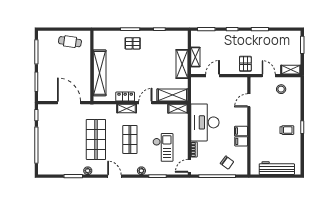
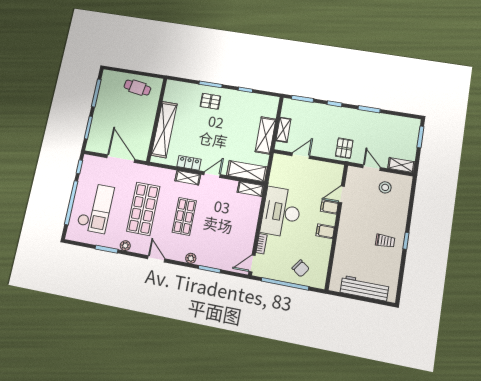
filing cabinet: (241, 141) -> (329, 207), moved
checkout: (163, 147) -> (95, 208), moved, width x1.36, depth x1.21

